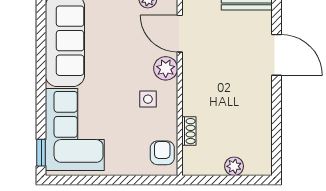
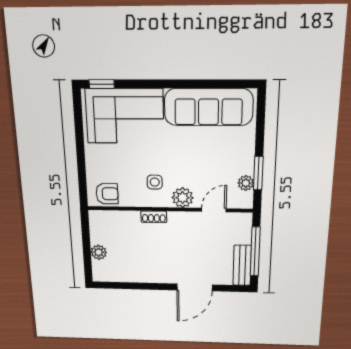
door: (180, 34) -> (214, 210), width x0.73
shoe rack: (189, 131) -> (154, 217), moved

